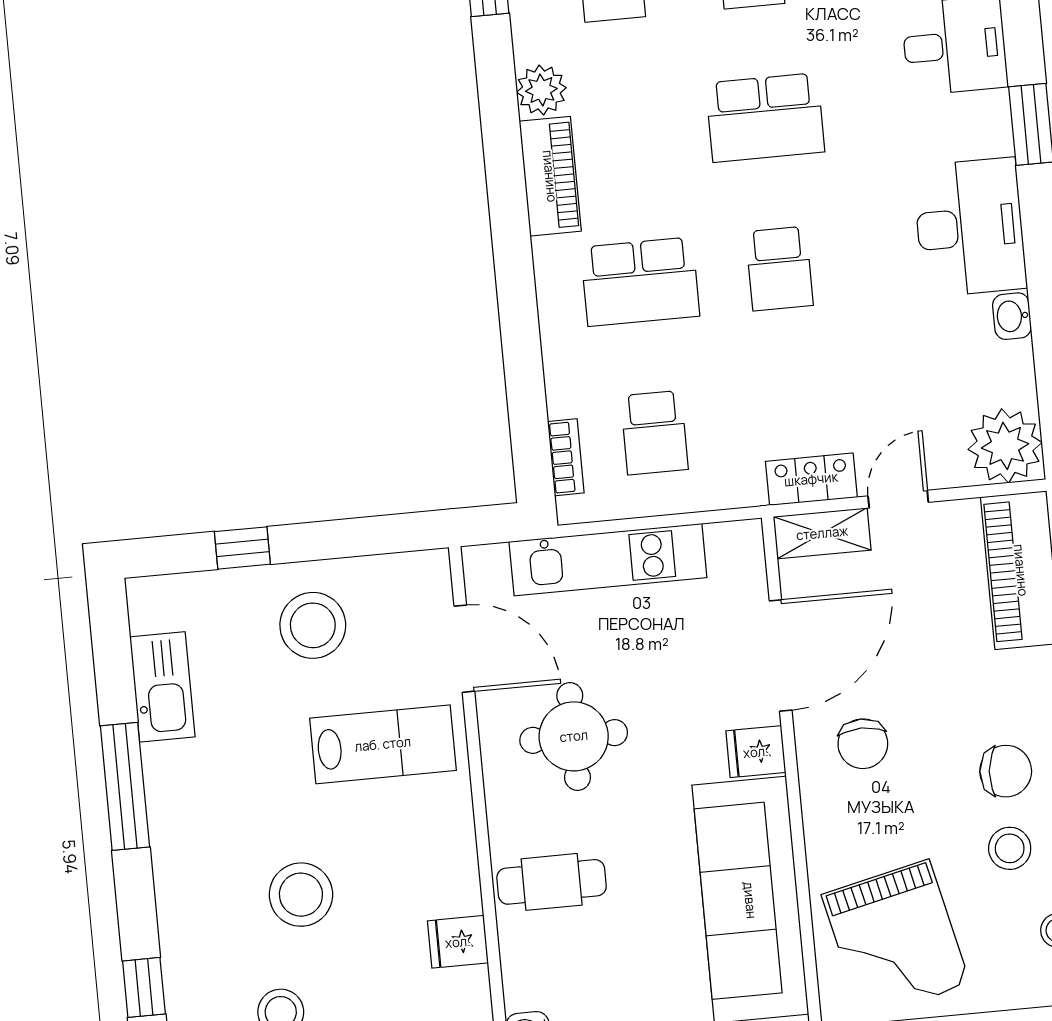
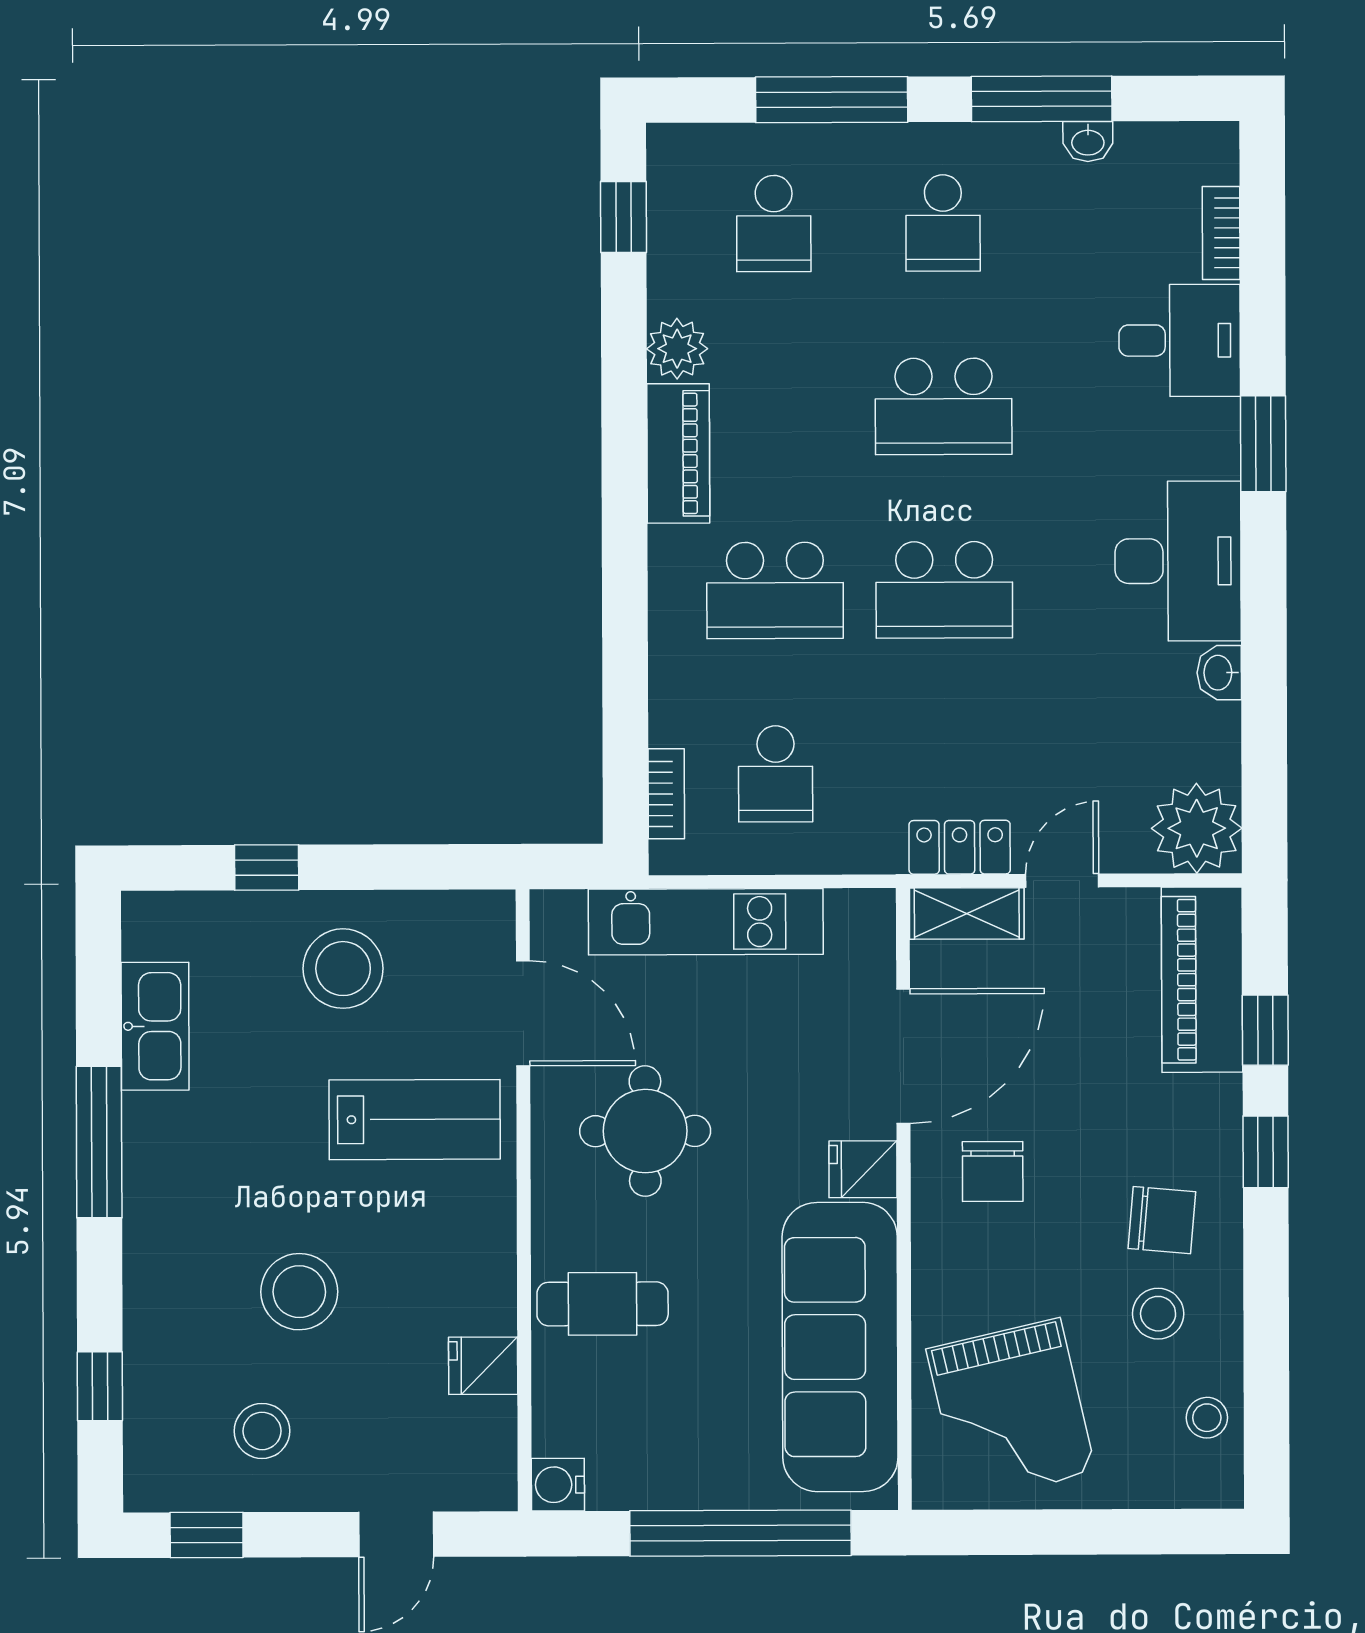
school desk: (779, 268) -> (944, 590), width x1.85

